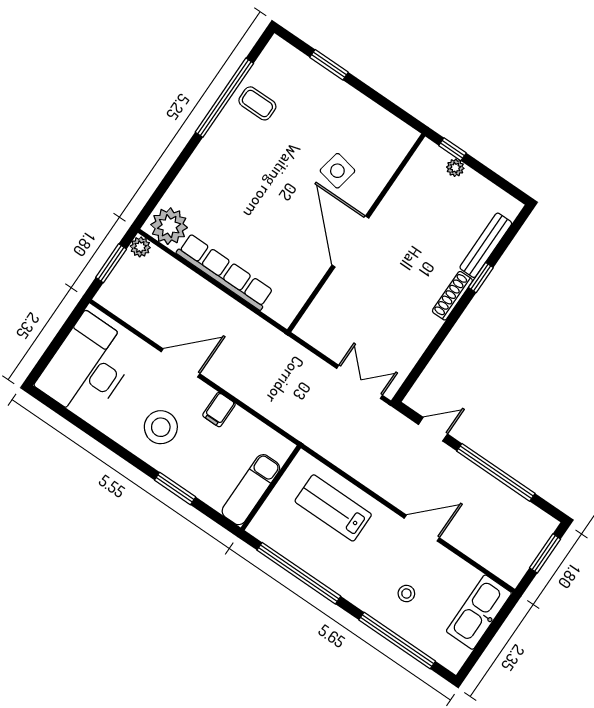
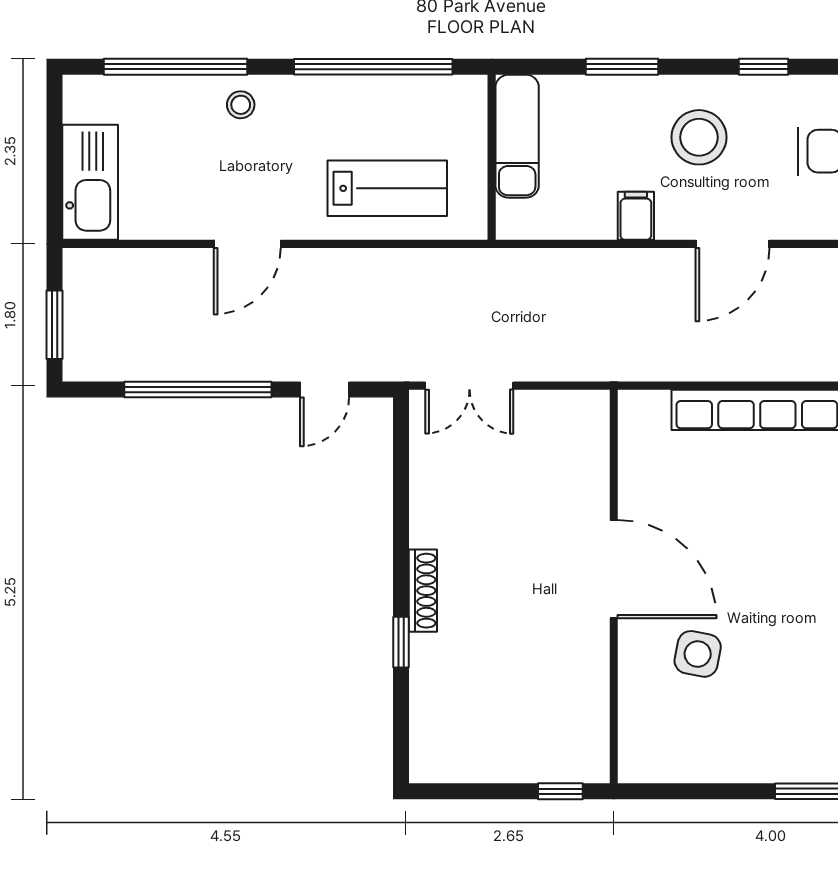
plant: (455, 168) -> (539, 769), removed
bench: (486, 245) -> (425, 691), removed
window: (105, 440) -> (764, 67), added
stool: (406, 593) -> (241, 105), moved

